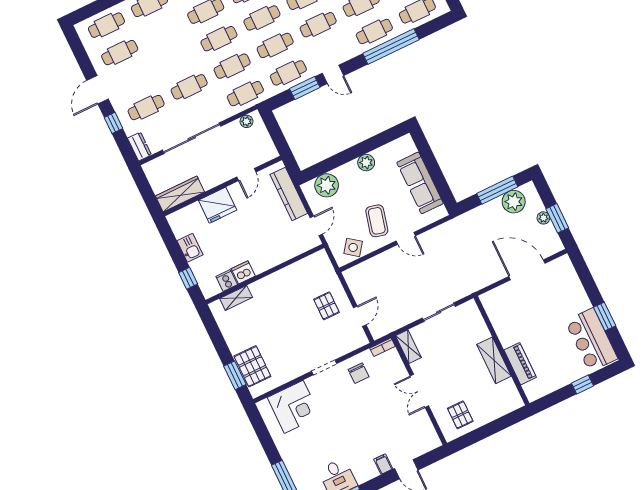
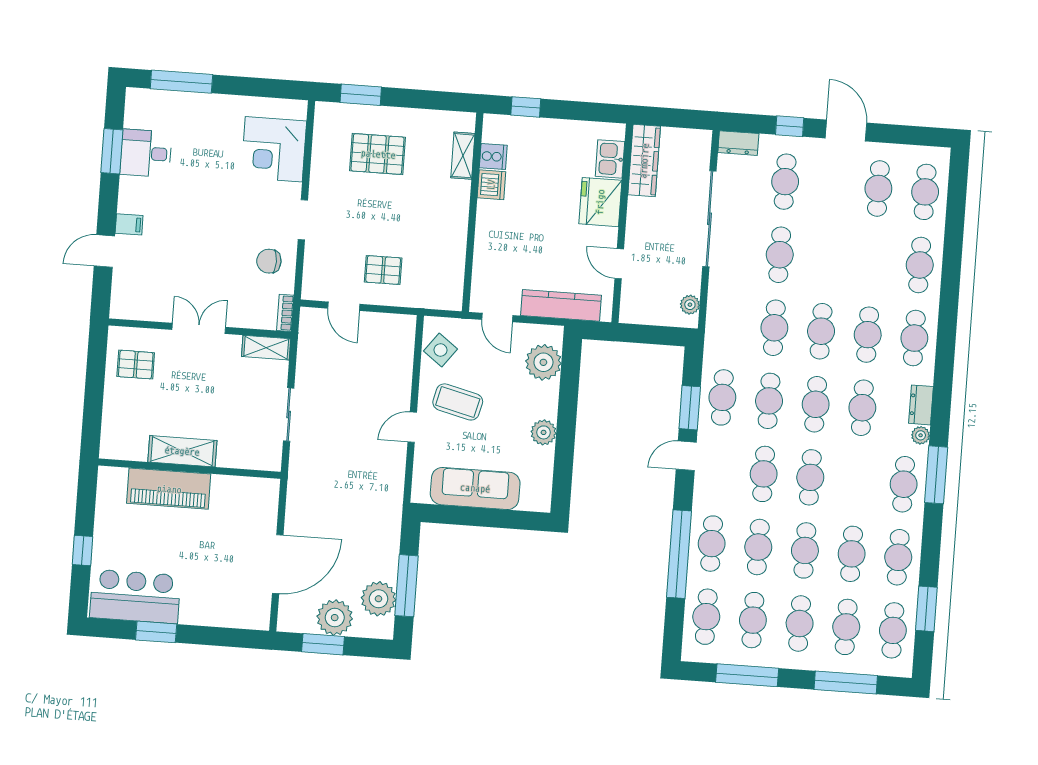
cafe table: (245, 94) -> (728, 324), removed
plant: (543, 218) -> (335, 618), width x1.88, depth x1.88
kitchen sink: (190, 248) -> (610, 159), moved, turned 90
piano: (520, 364) -> (169, 489), width x1.37, depth x1.33
pallet: (252, 366) -> (378, 154), moved

